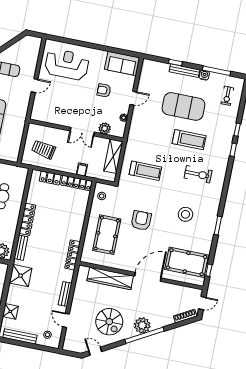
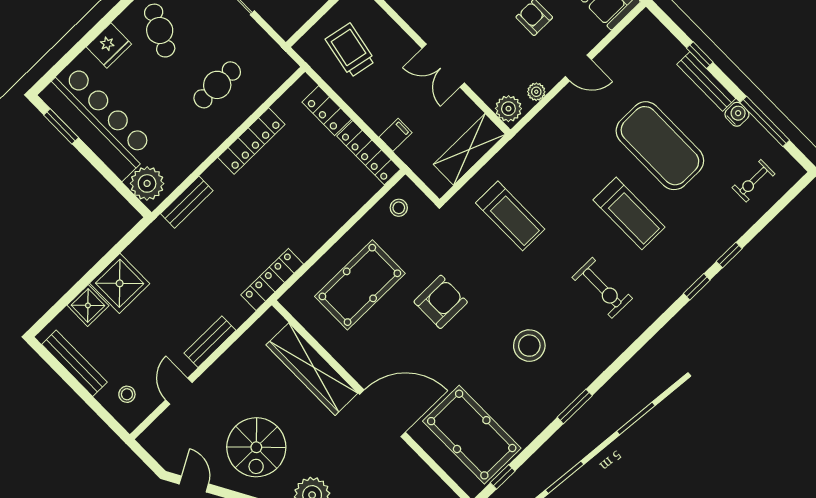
plant: (105, 128) -> (508, 109), moved
locker: (27, 219) -> (251, 141), moved
shower: (20, 276) -> (120, 283), moved

